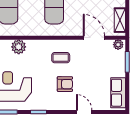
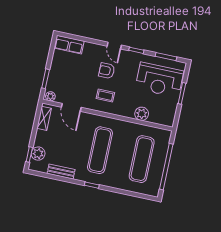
row of seats: (118, 93) -> (69, 45), moved, turned 90
door: (84, 112) -> (114, 46), moved

